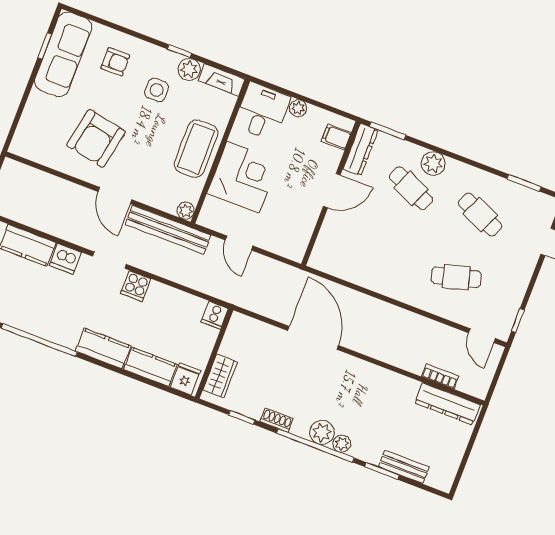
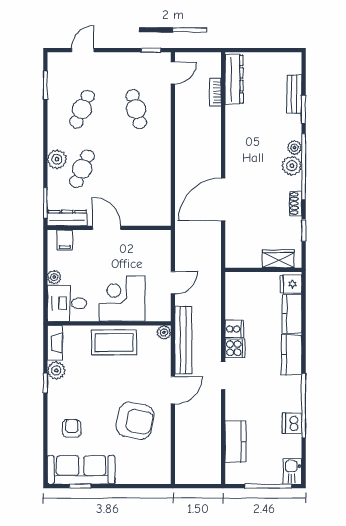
side table: (156, 90) -> (81, 389), removed
dishwasher: (65, 259) -> (292, 423), moved, turned 180
cooker: (215, 315) -> (234, 329), moved

